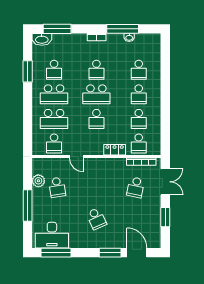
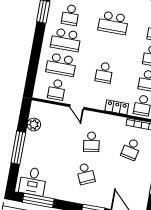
school desk: (96, 70) -> (113, 23), width x1.85
school desk: (96, 94) -> (109, 48), removed
school desk: (57, 187) -> (91, 142), moved
desk: (52, 235) -> (33, 181), width x0.73

